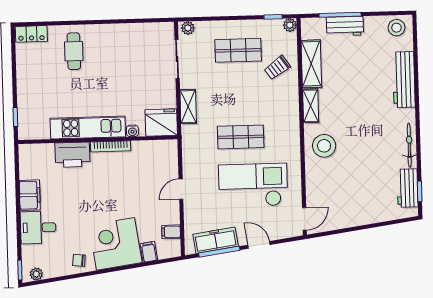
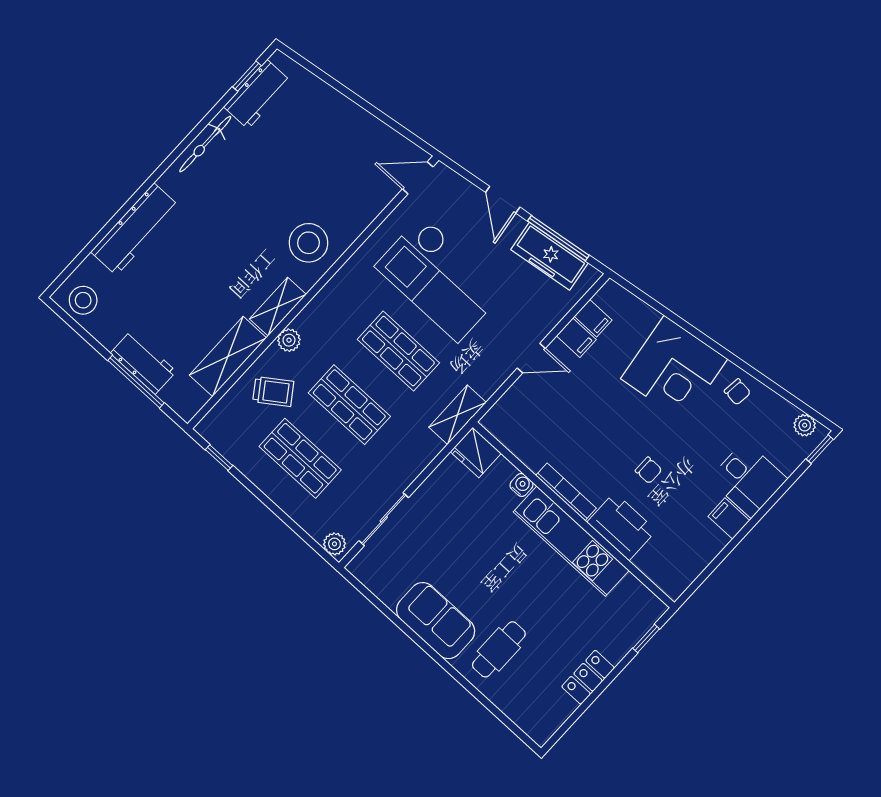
plant: (290, 25) -> (289, 340), moved
locker: (31, 34) -> (588, 677), moved, turned -90
sofa: (113, 37) -> (436, 621), added
shop shelf: (239, 94) -> (349, 405), added
shelving: (188, 107) -> (457, 415), moved
fridge: (161, 122) -> (476, 452), width x0.73, depth x0.75
chair: (84, 190) -> (649, 470), added
filing cabinet: (30, 195) -> (729, 518), width x0.50
filing cabinet: (149, 252) -> (576, 338), moved, turned -82

